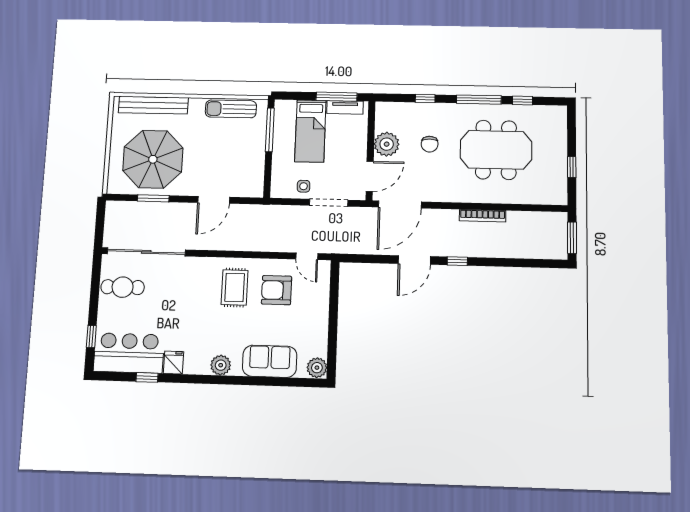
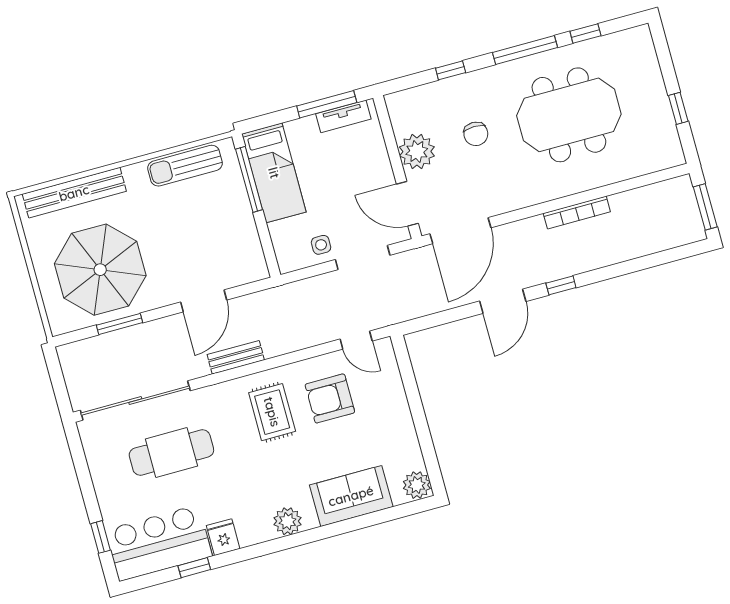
bed: (310, 131) -> (274, 173), moved
door: (370, 176) -> (407, 204), swing flipped
bench: (222, 243) -> (236, 357), added
cafe table: (123, 287) -> (171, 453), moved, width x1.37, depth x1.35

